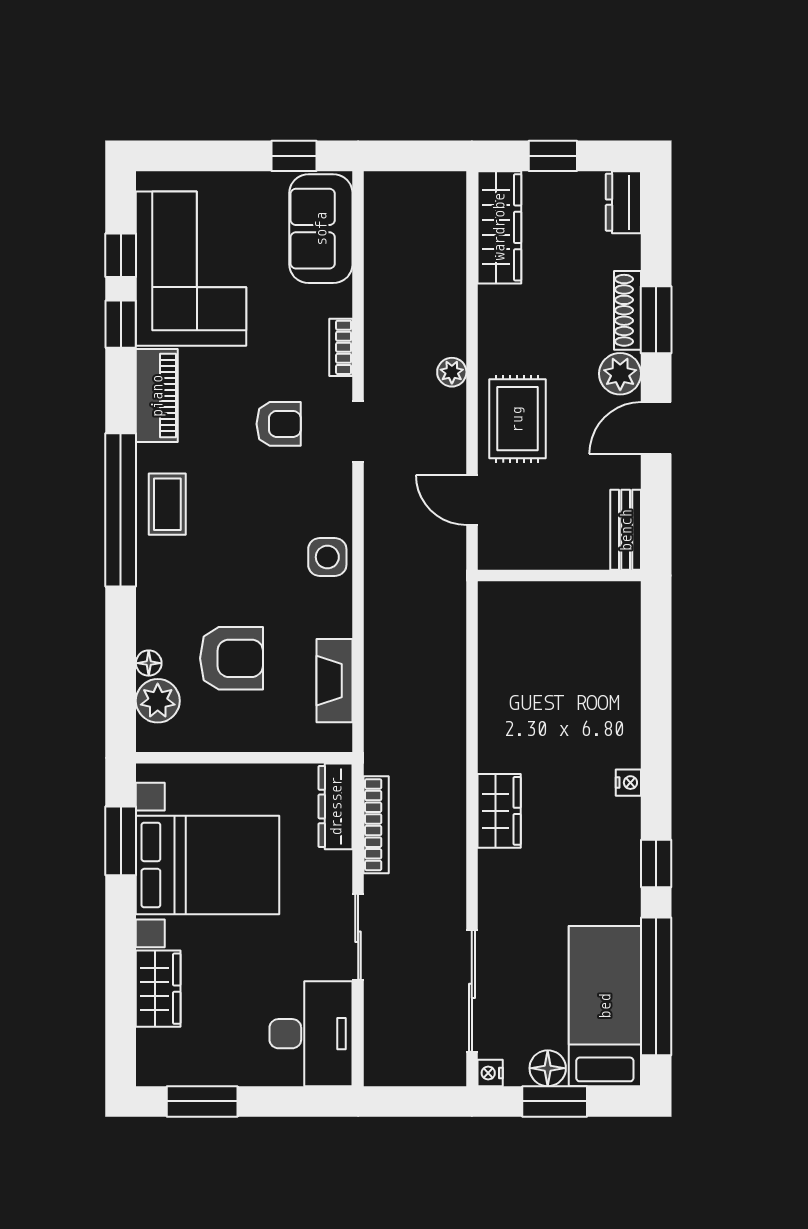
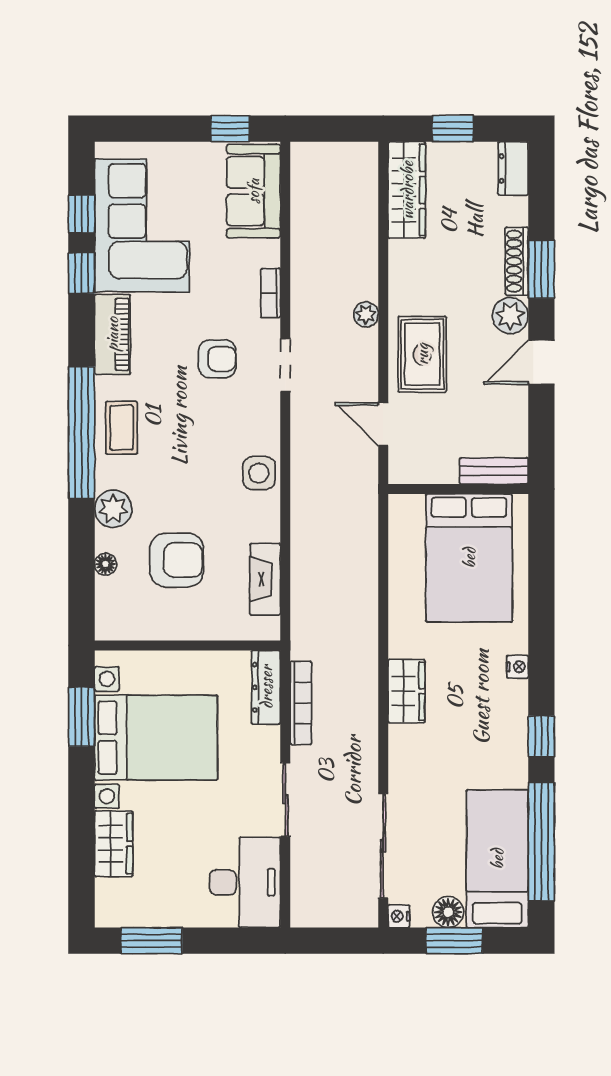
bench: (626, 530) -> (494, 471), moved, turned 90
bed: (572, 656) -> (469, 558), added
plant: (158, 701) -> (113, 509), moved

